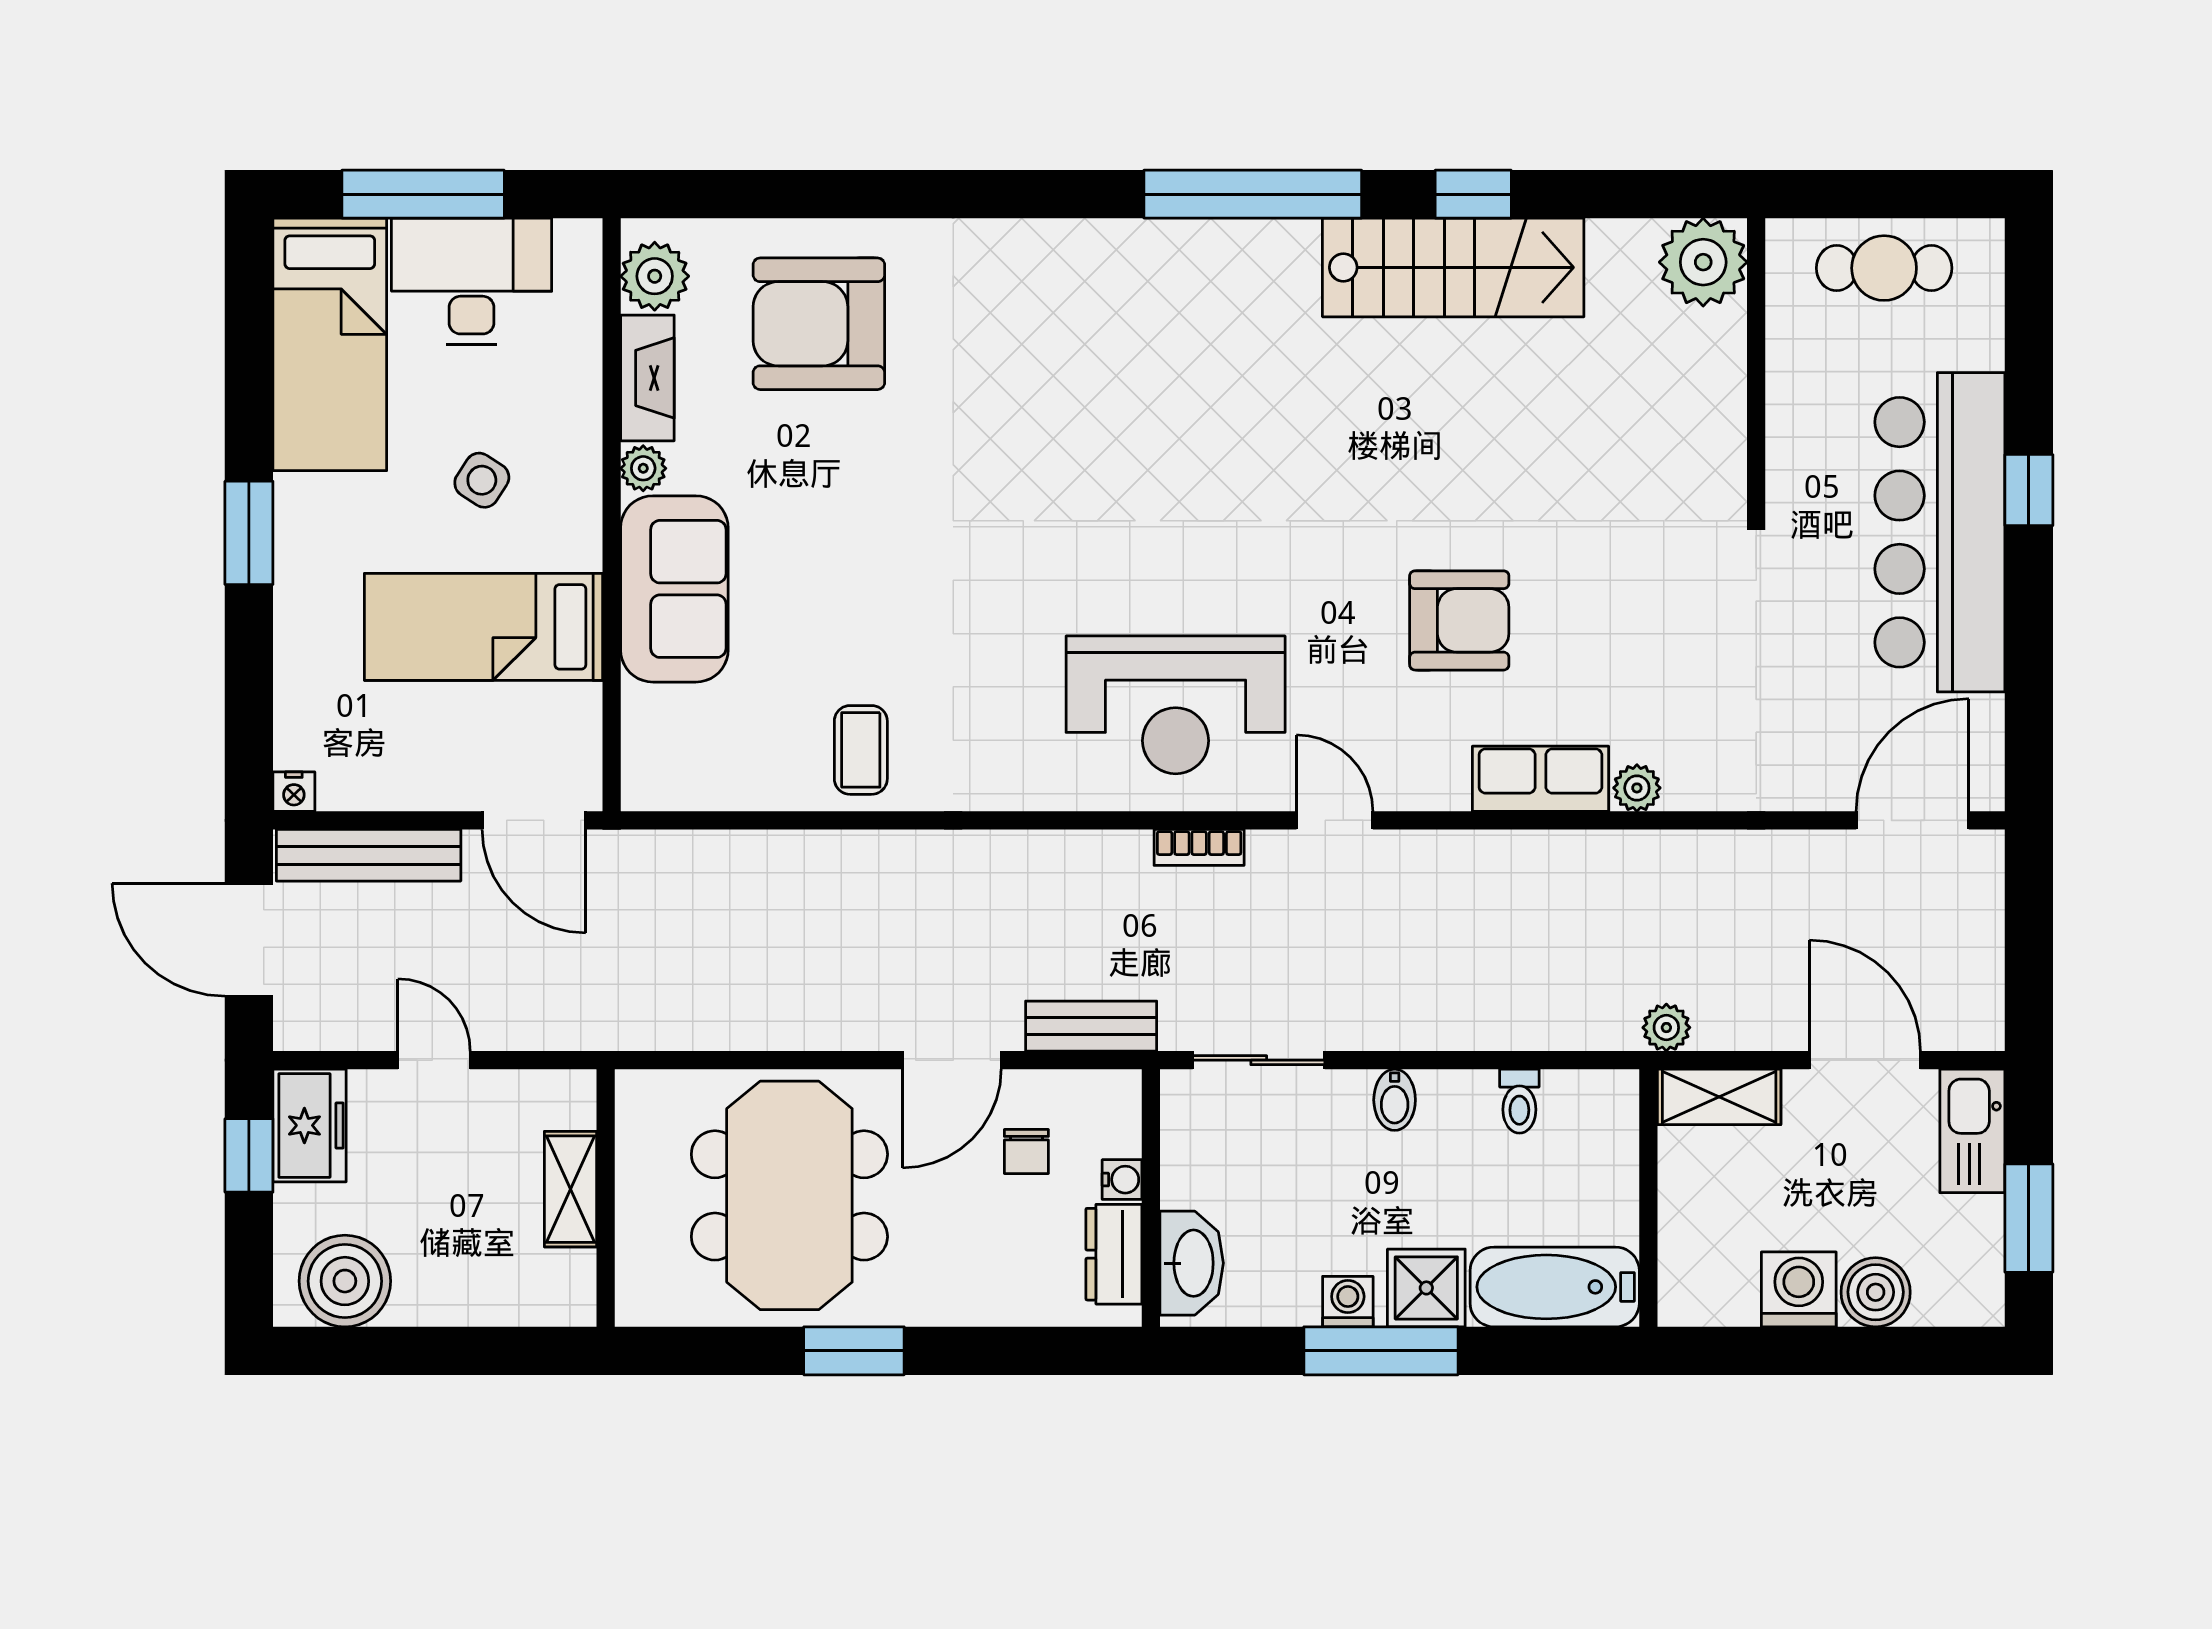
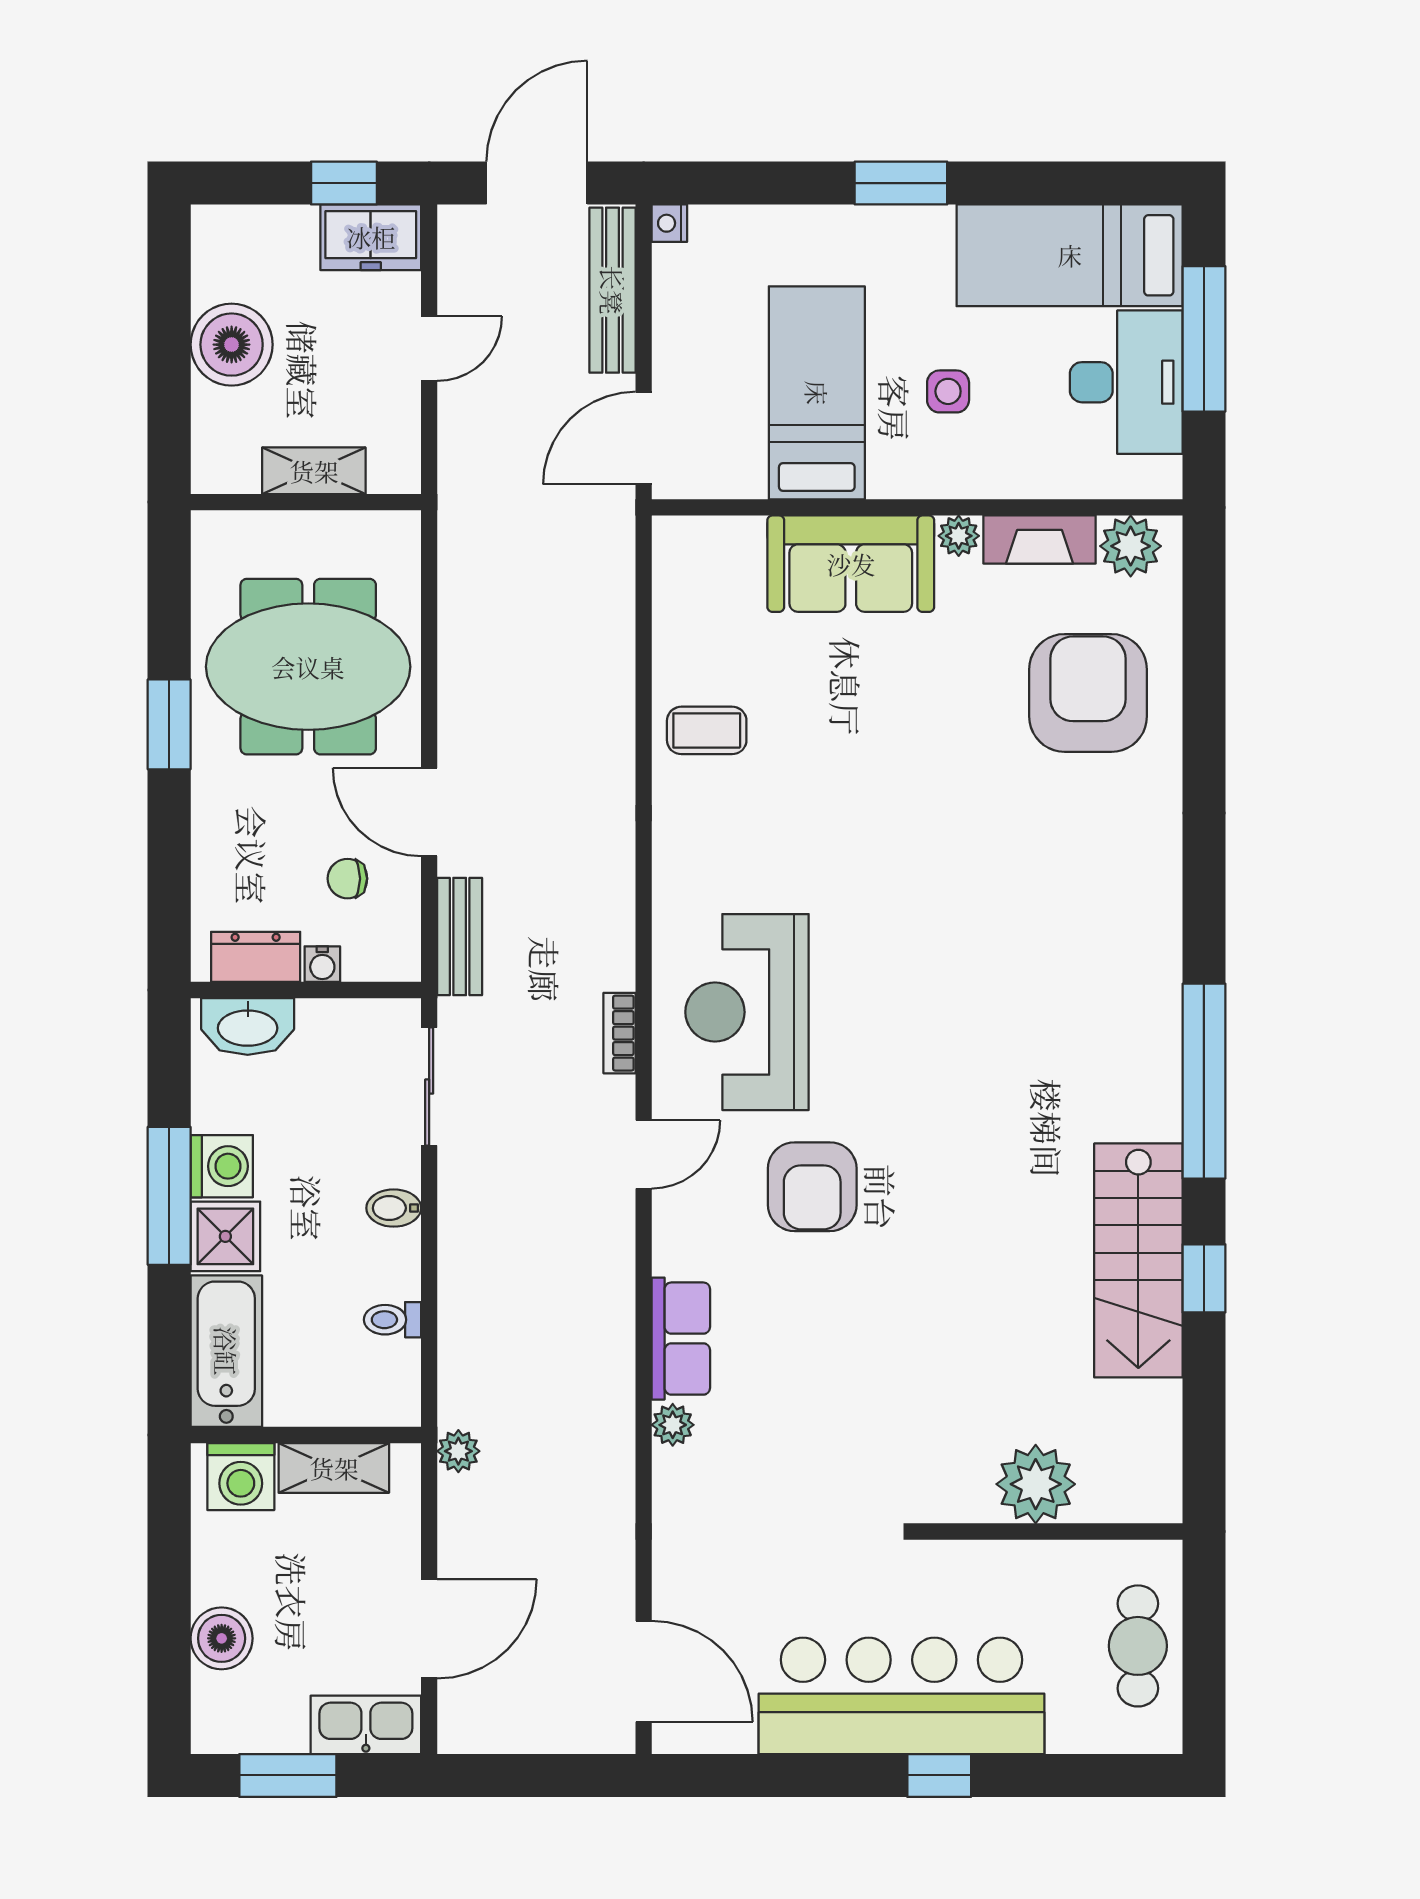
plant: (1703, 262) -> (1036, 1484), moved
side table: (482, 480) -> (948, 391), turned -33
armchair: (1459, 620) -> (812, 1187), moved
shelving: (1719, 1097) -> (334, 1468), moved, turned 90
boiler: (345, 1281) -> (232, 345), moved
washing machine: (1799, 1289) -> (241, 1477), moved, turned 90
washing machine: (1348, 1302) -> (222, 1166), width x1.38, depth x1.38

